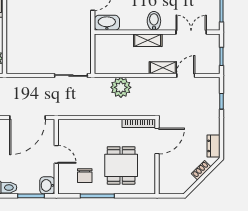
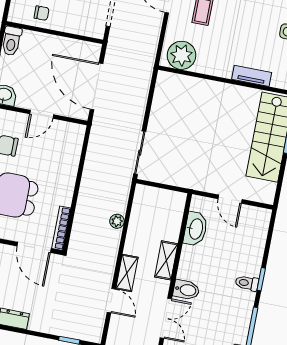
bidet: (154, 21) -> (186, 290), moved
washbasin: (107, 23) -> (195, 229), moved
plant: (121, 87) -> (117, 221), width x0.53, depth x0.53

